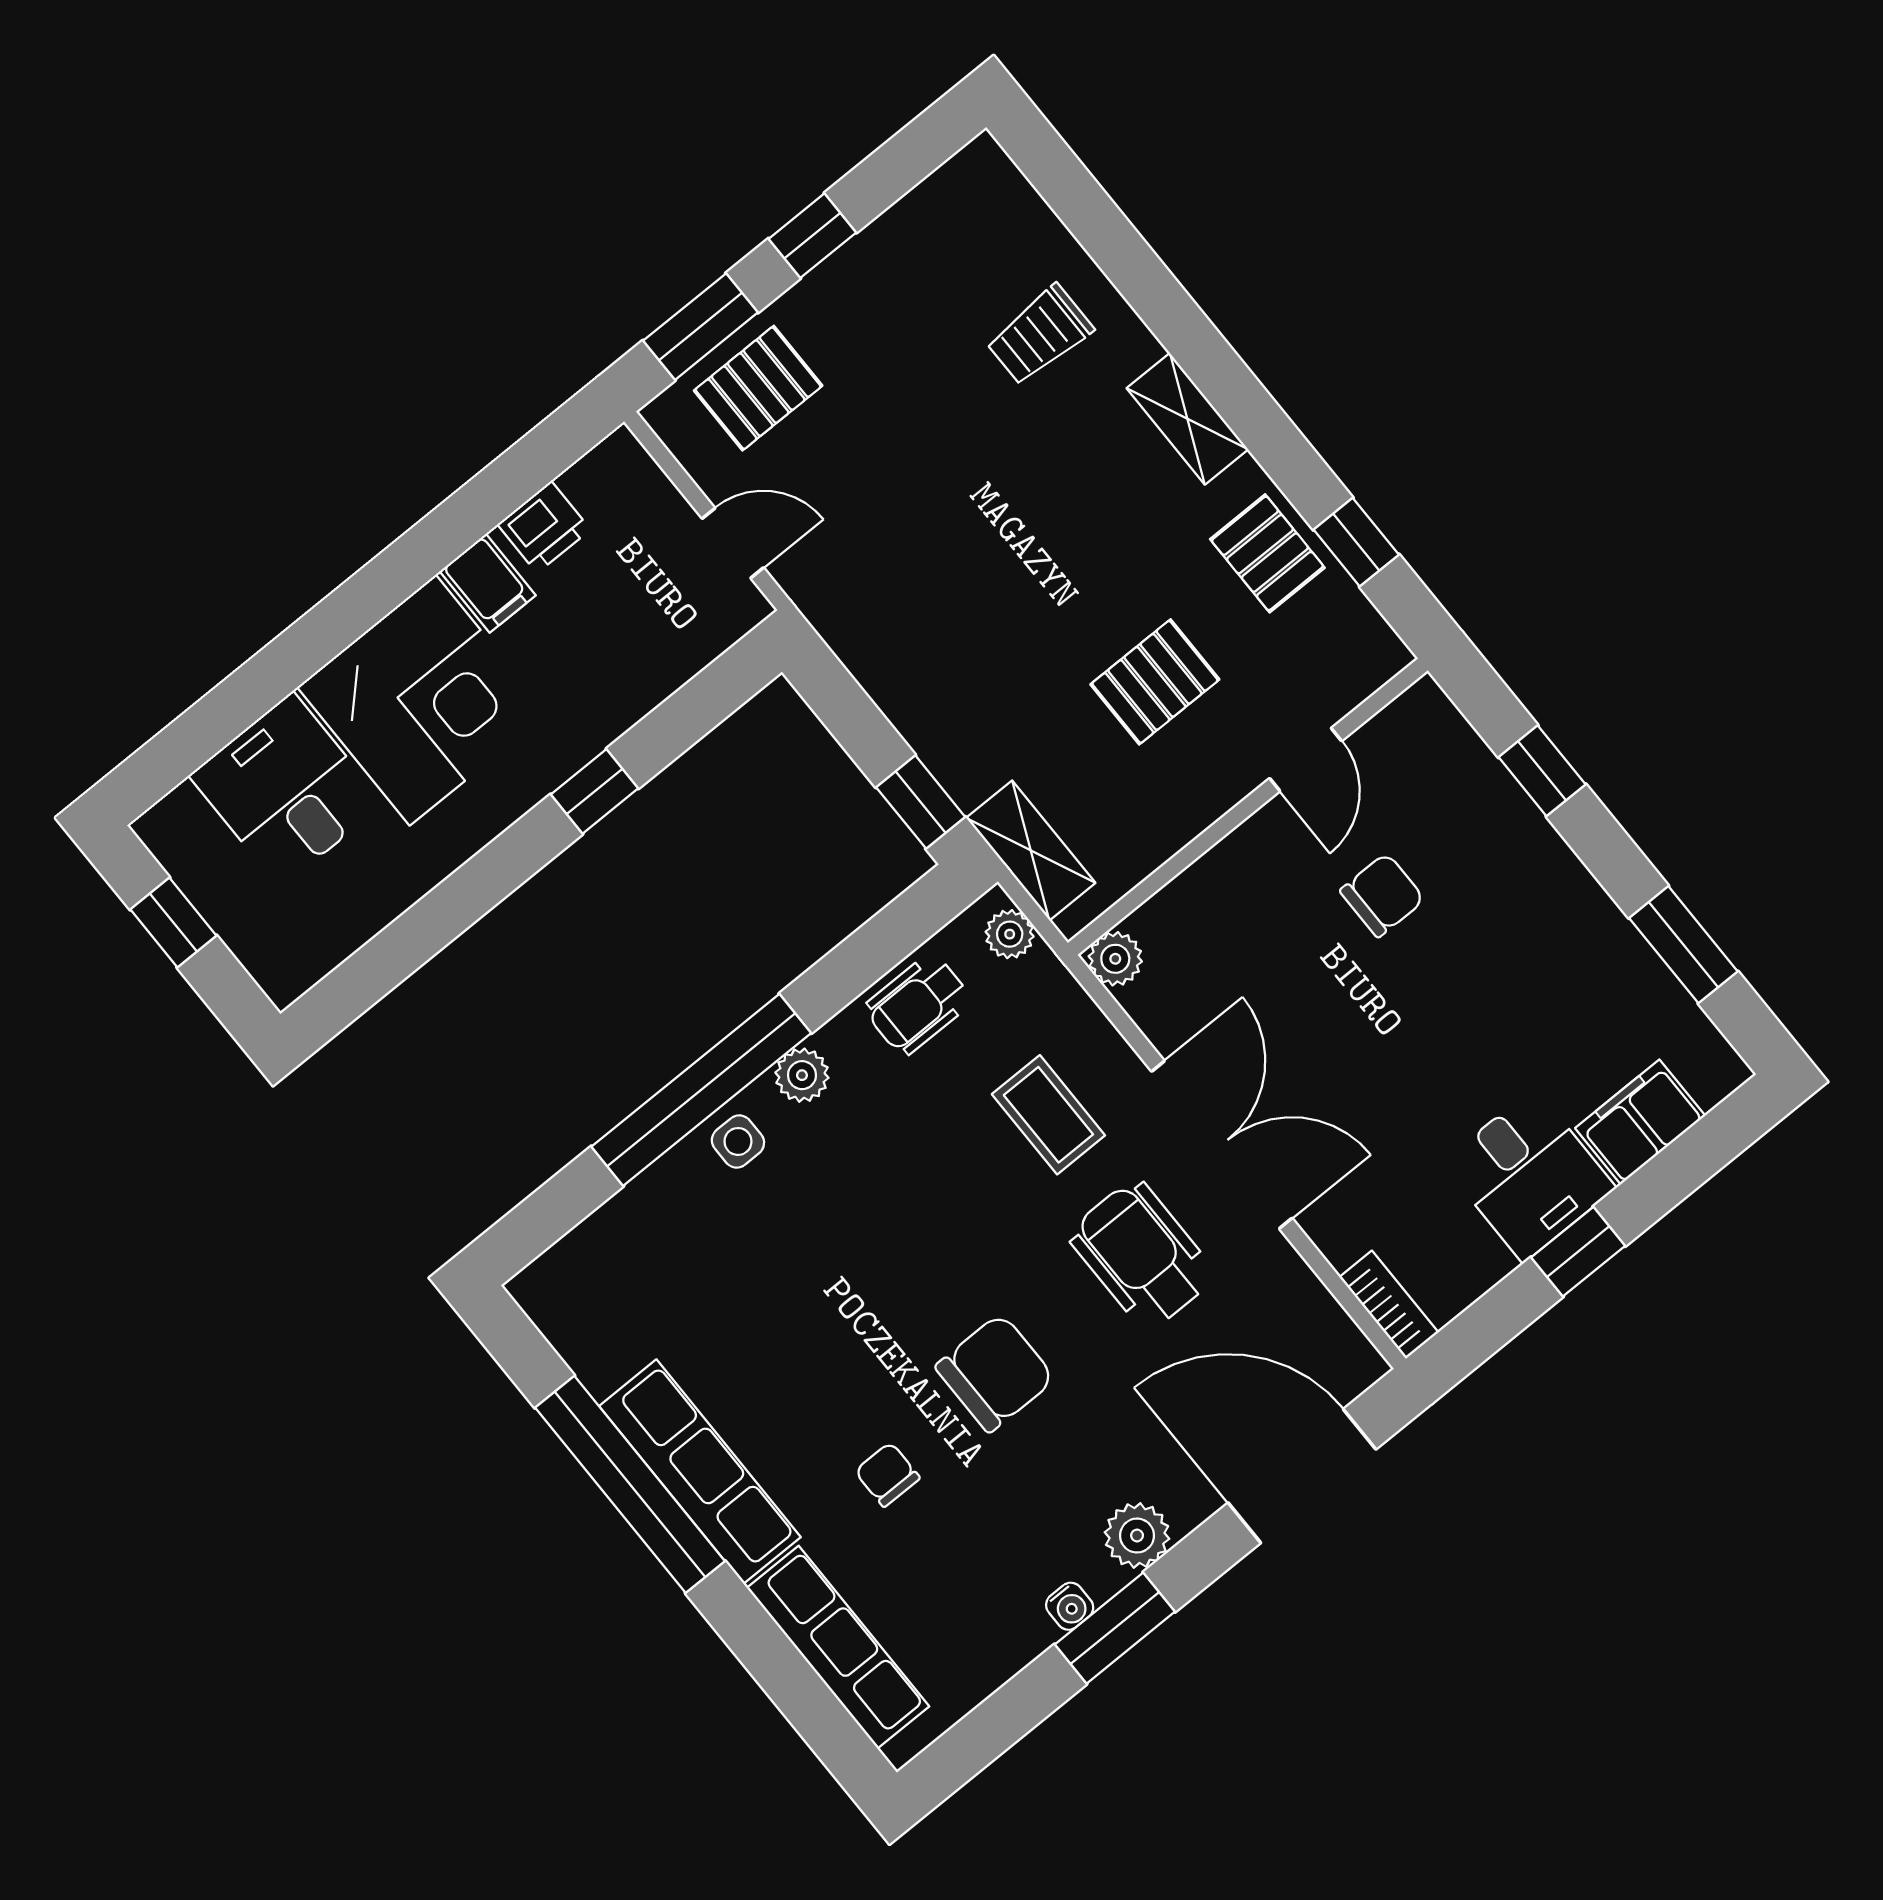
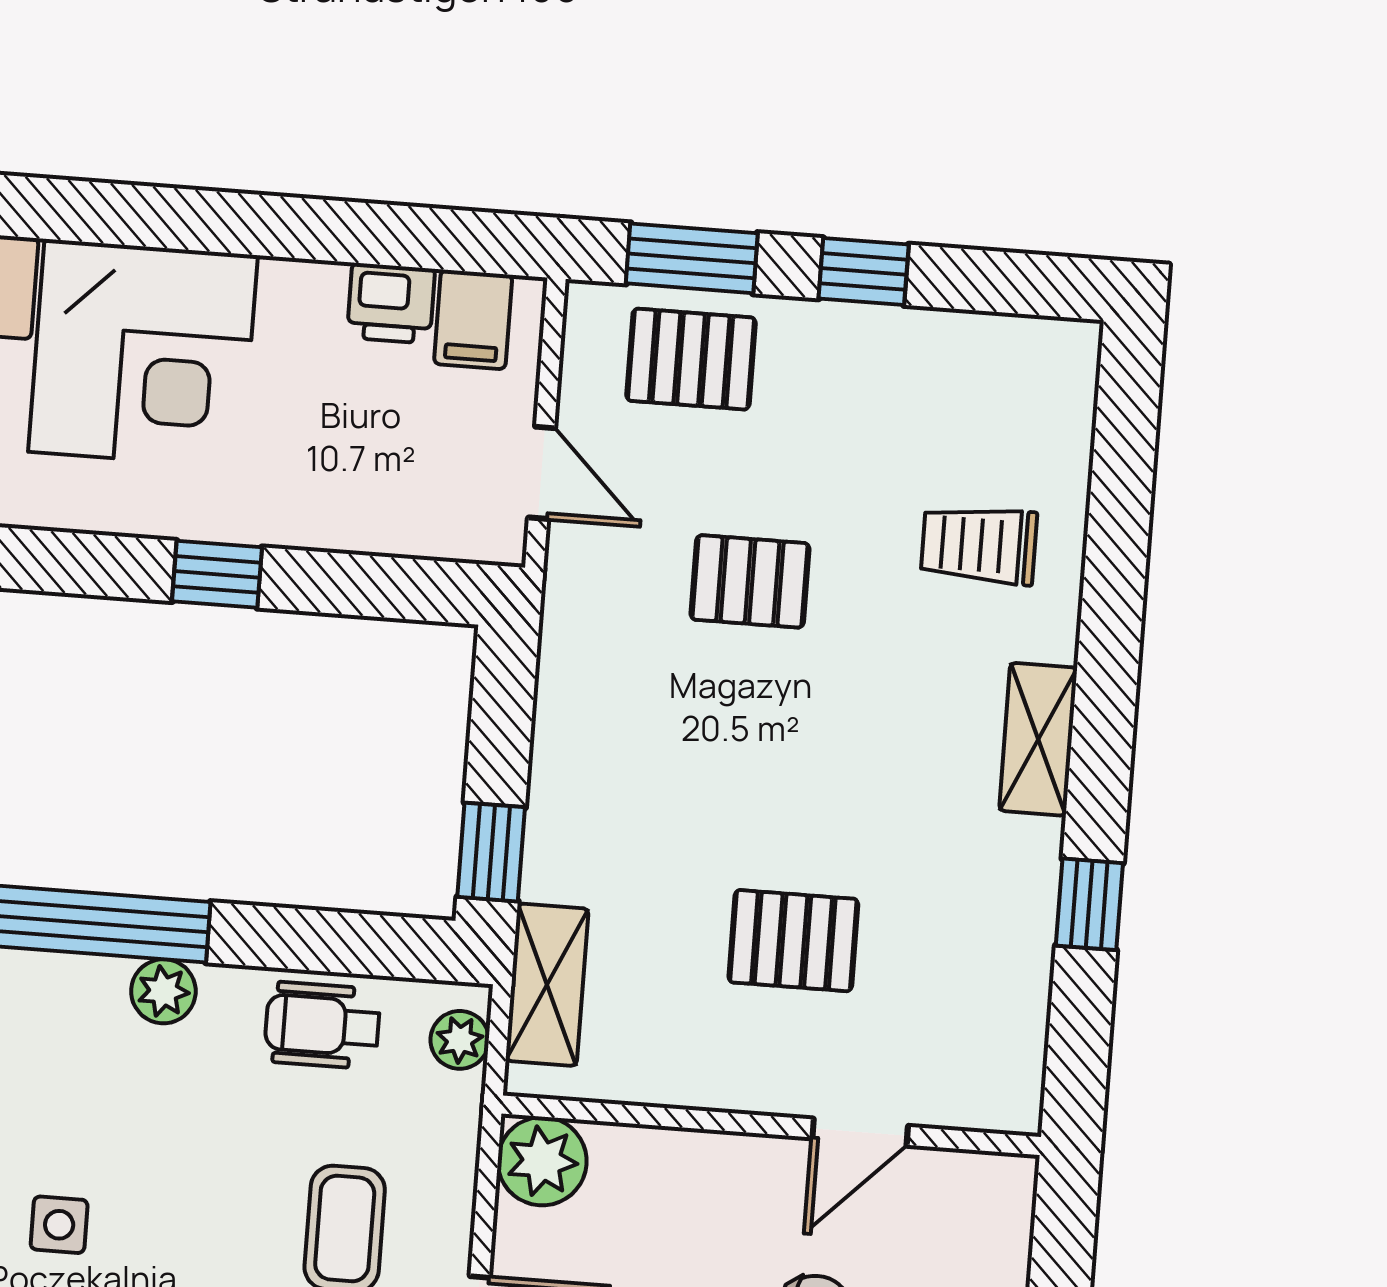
window: (1356, 542) -> (1089, 904), moved
pallet: (1267, 553) -> (750, 581), moved, turned 90
filing cabinet: (488, 583) -> (473, 319), moved
plant: (1115, 959) -> (542, 1161), width x1.38, depth x1.38
side table: (738, 1141) -> (59, 1225), moved

